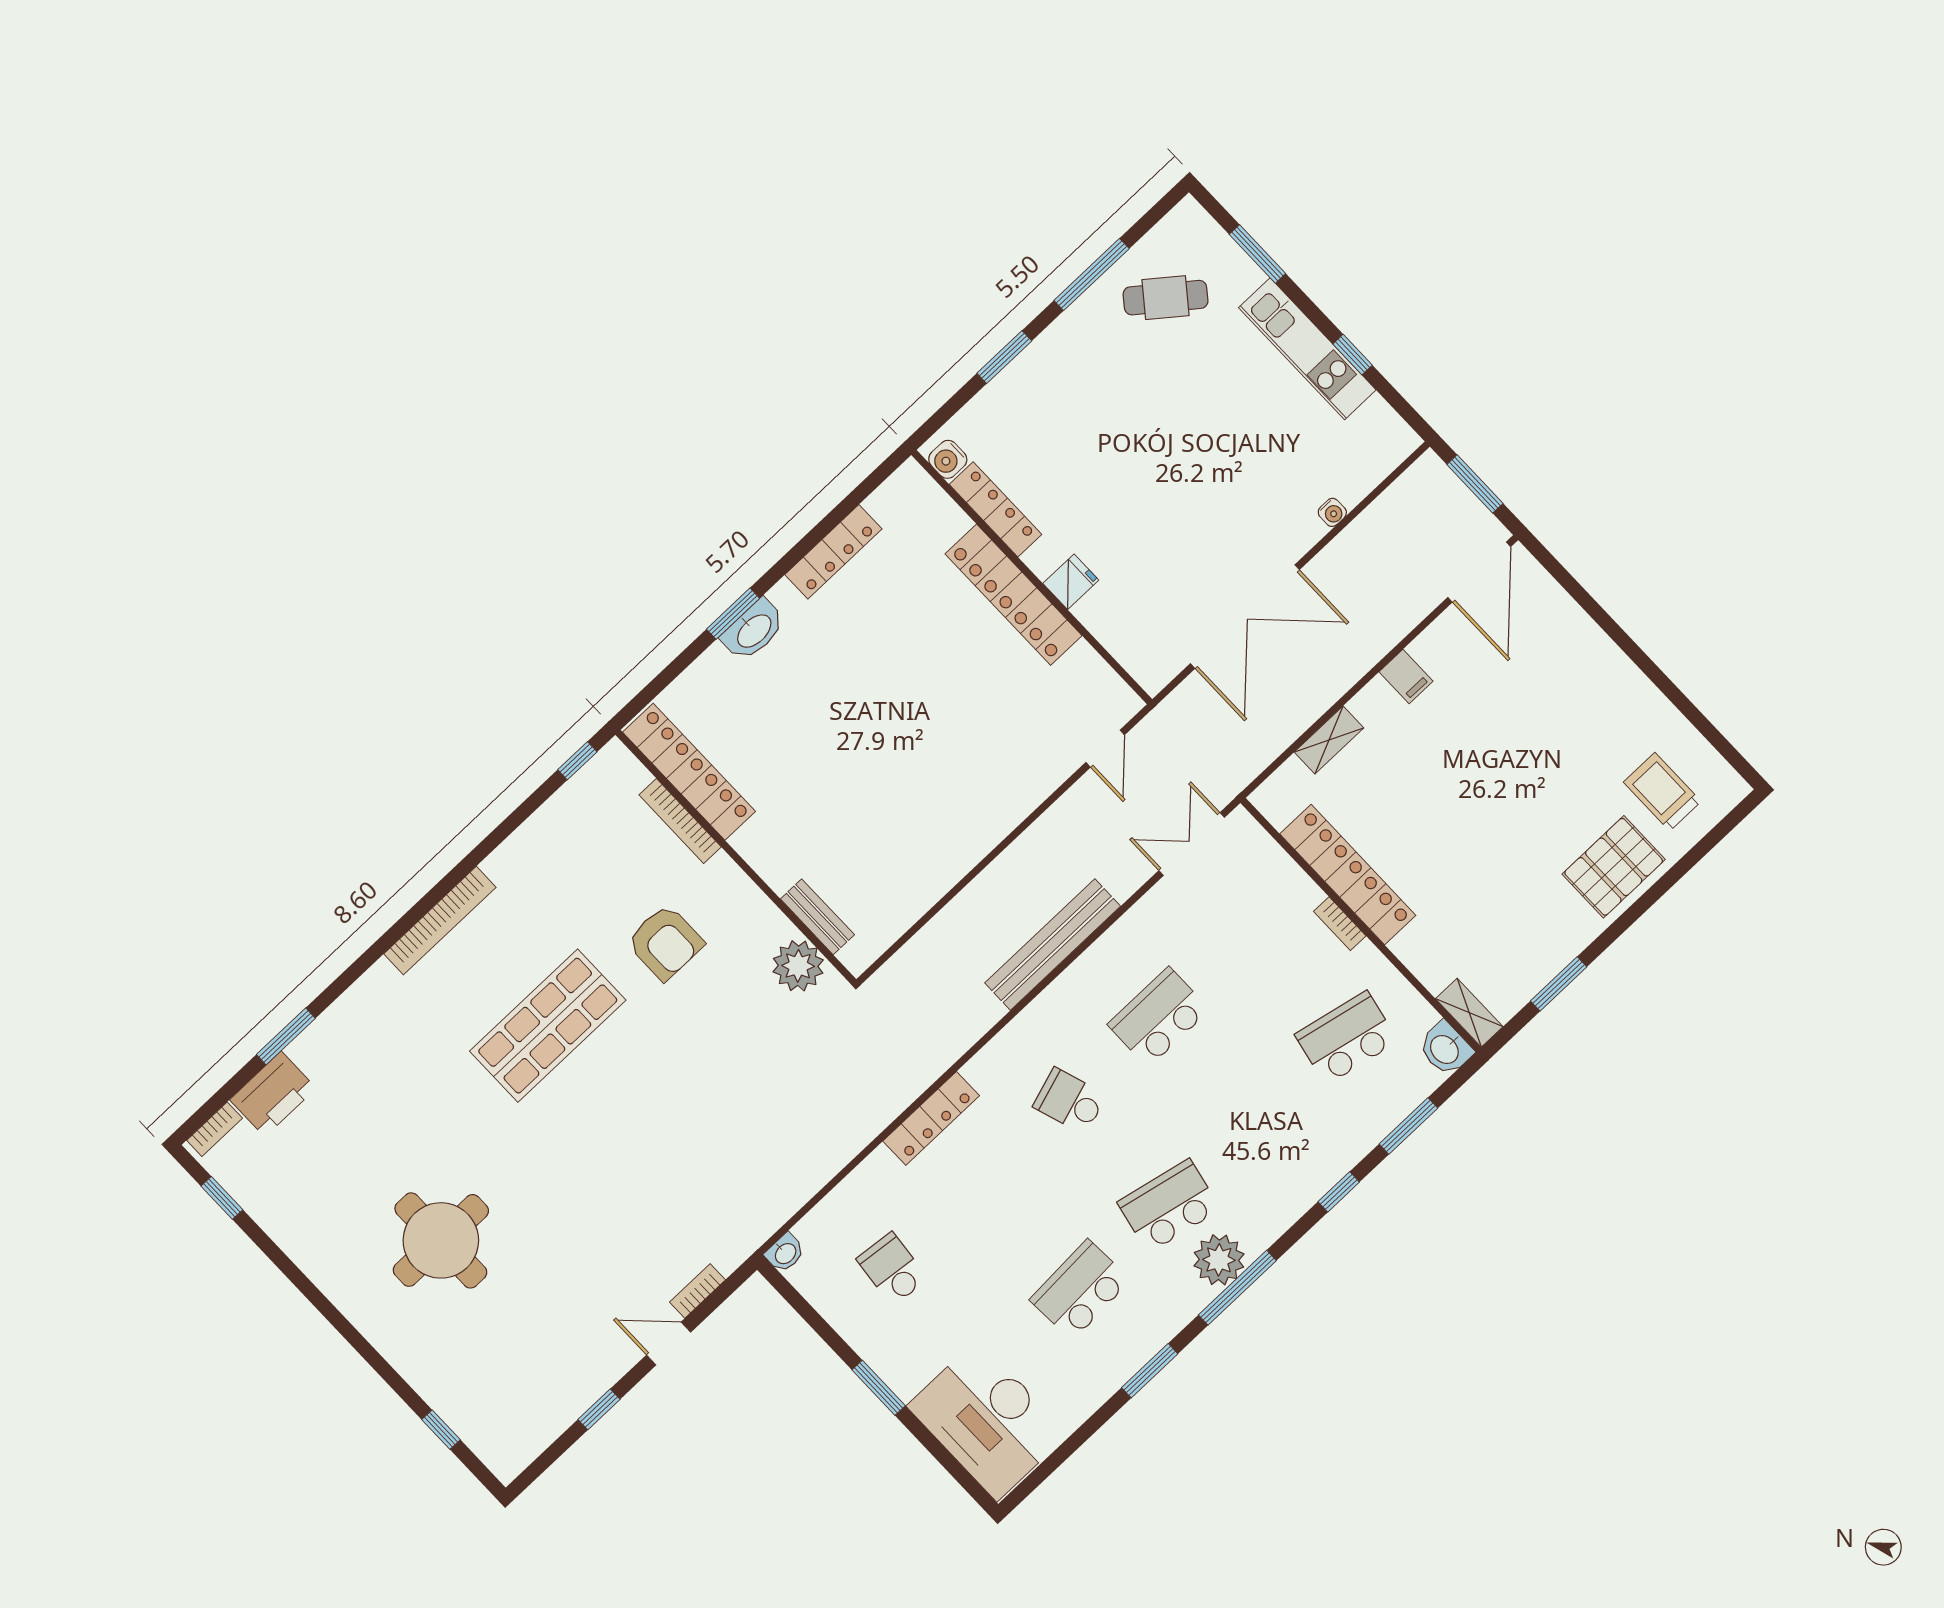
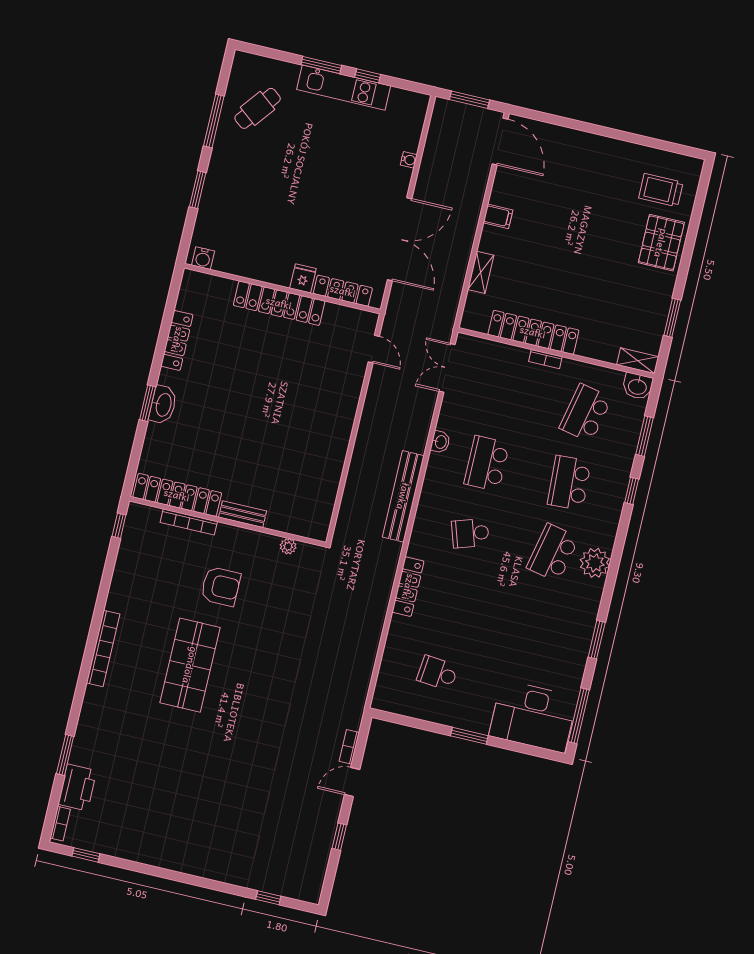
window: (1257, 254) -> (321, 65), moved
locker: (995, 509) -> (343, 291), moved
bench: (817, 917) -> (243, 514), moved
bench: (1053, 945) -> (403, 496), moved
plant: (798, 966) -> (288, 546), width x0.53, depth x0.53
round table: (441, 1240) -> (207, 805), removed
washbasin: (785, 1253) -> (440, 442), moved
window: (1237, 1288) -> (579, 716), moved
school desk: (1080, 1290) -> (569, 483), moved

